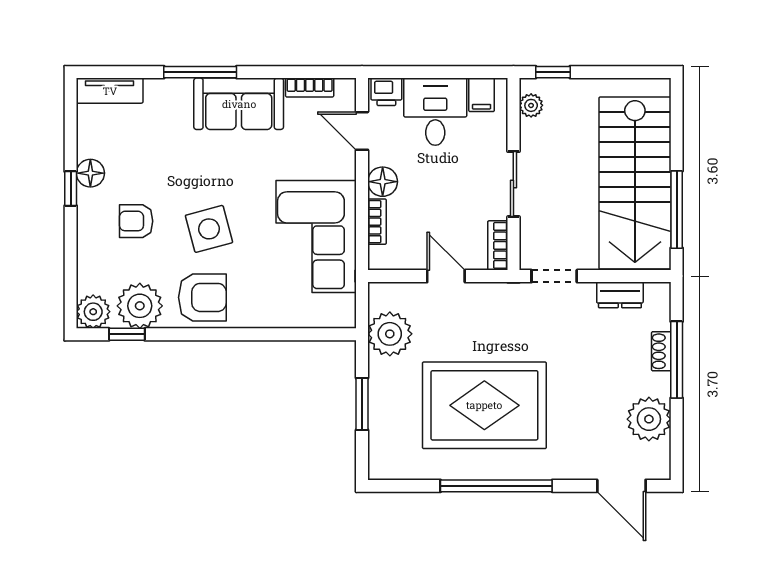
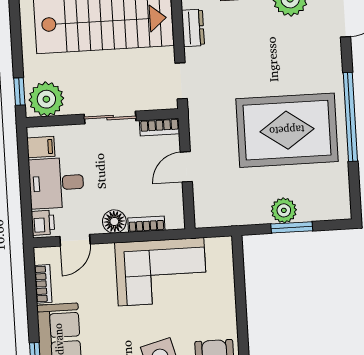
plant: (531, 105) -> (46, 99), width x1.87, depth x1.87
plant: (390, 334) -> (284, 210), moved, width x0.73, depth x0.73
rug: (484, 405) -> (287, 130), turned 90

